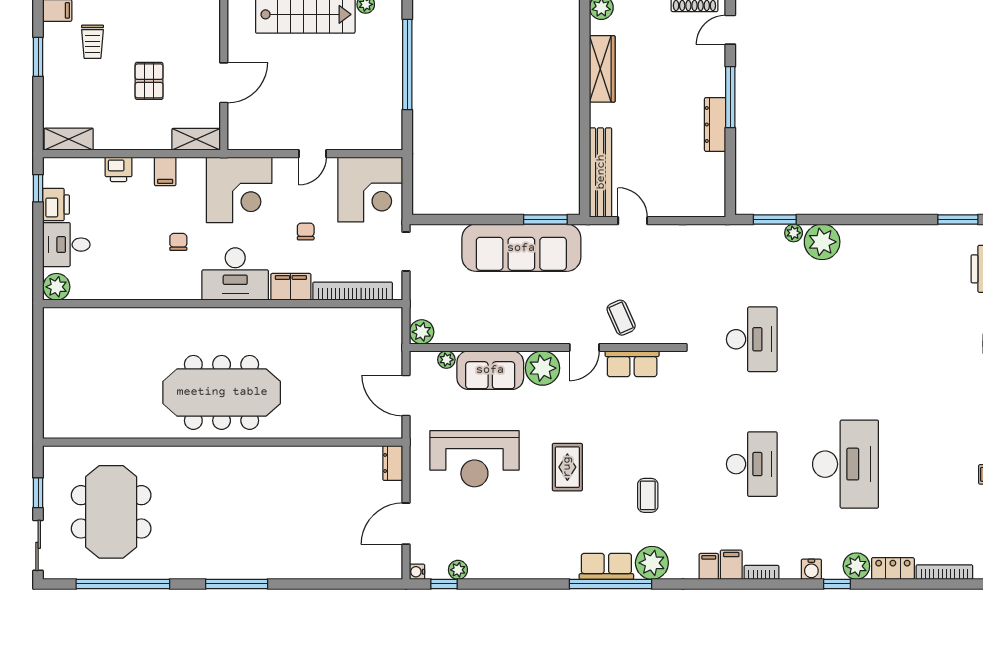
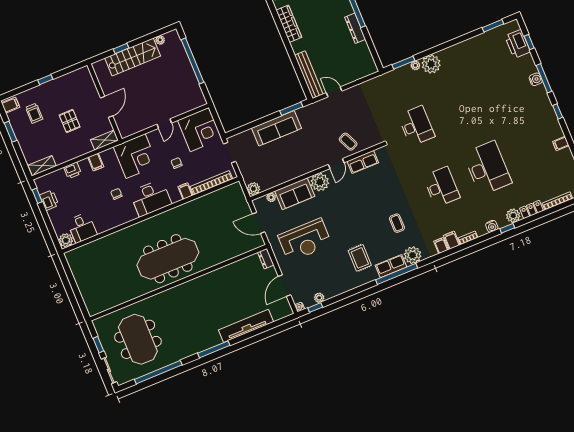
desk: (66, 245) -> (82, 228), moved, turned -90
sofa: (521, 248) -> (277, 128), width x0.74, depth x0.79
filing cabinet: (291, 287) -> (185, 191), width x0.50
rug: (567, 467) -> (360, 258), moved
tv unit: (310, 566) -> (246, 326), added

